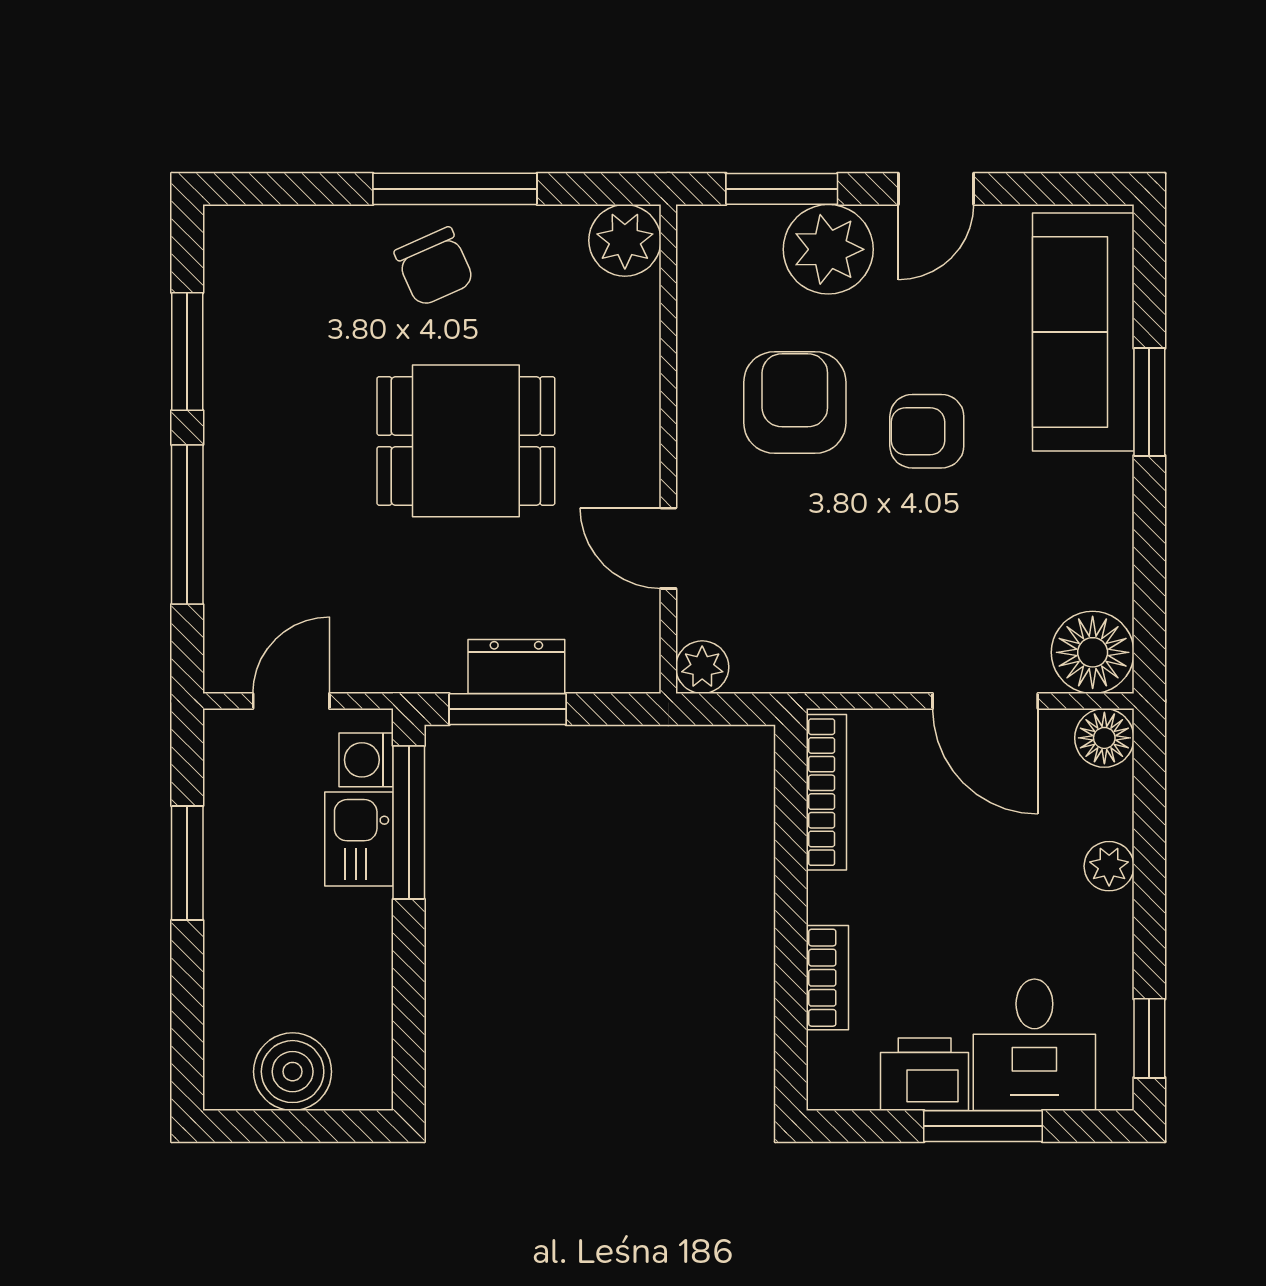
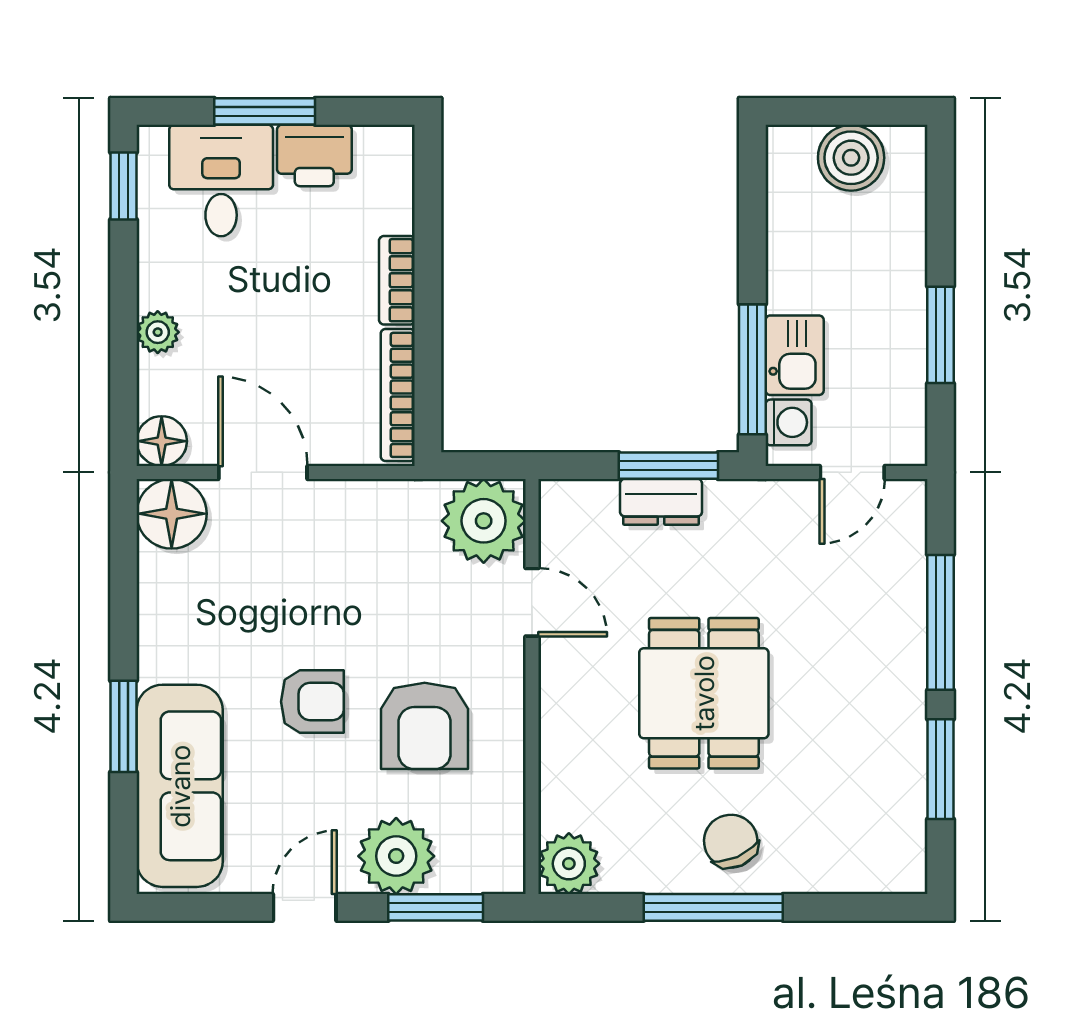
dining table: (466, 441) -> (704, 693), turned 90
plant: (702, 667) -> (484, 521), width x1.88, depth x1.88
bookcase: (827, 978) -> (397, 280), moved

